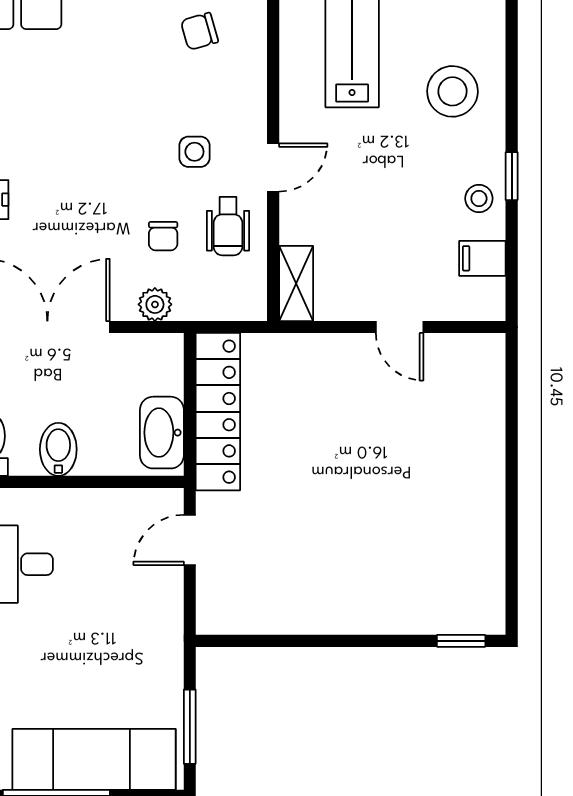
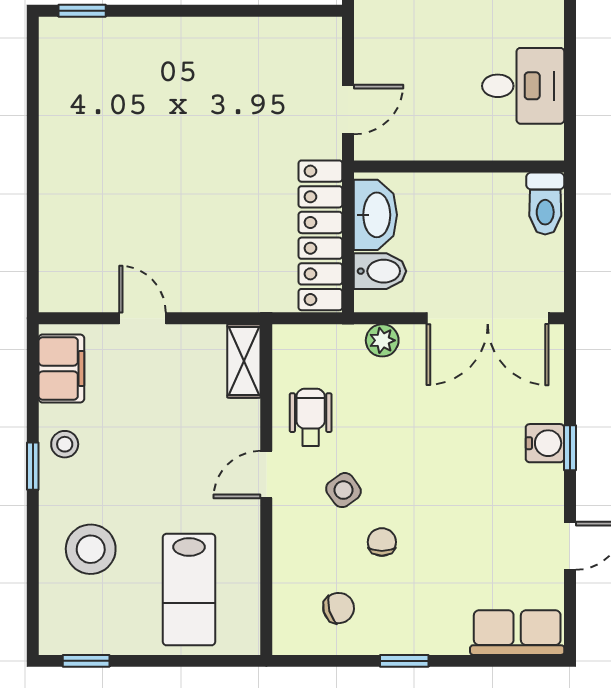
side table: (194, 152) -> (343, 490), turned -36
chair: (163, 236) -> (382, 542), moved
filing cabinet: (482, 258) -> (61, 368), width x2.00
bidet: (58, 449) -> (380, 271), moved, turned -90

